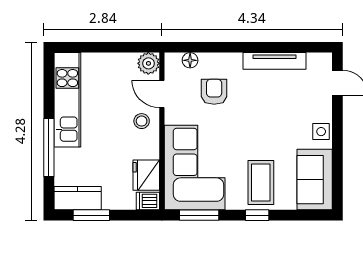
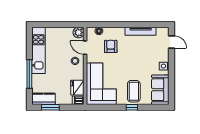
window: (199, 215) -> (103, 107), removed

